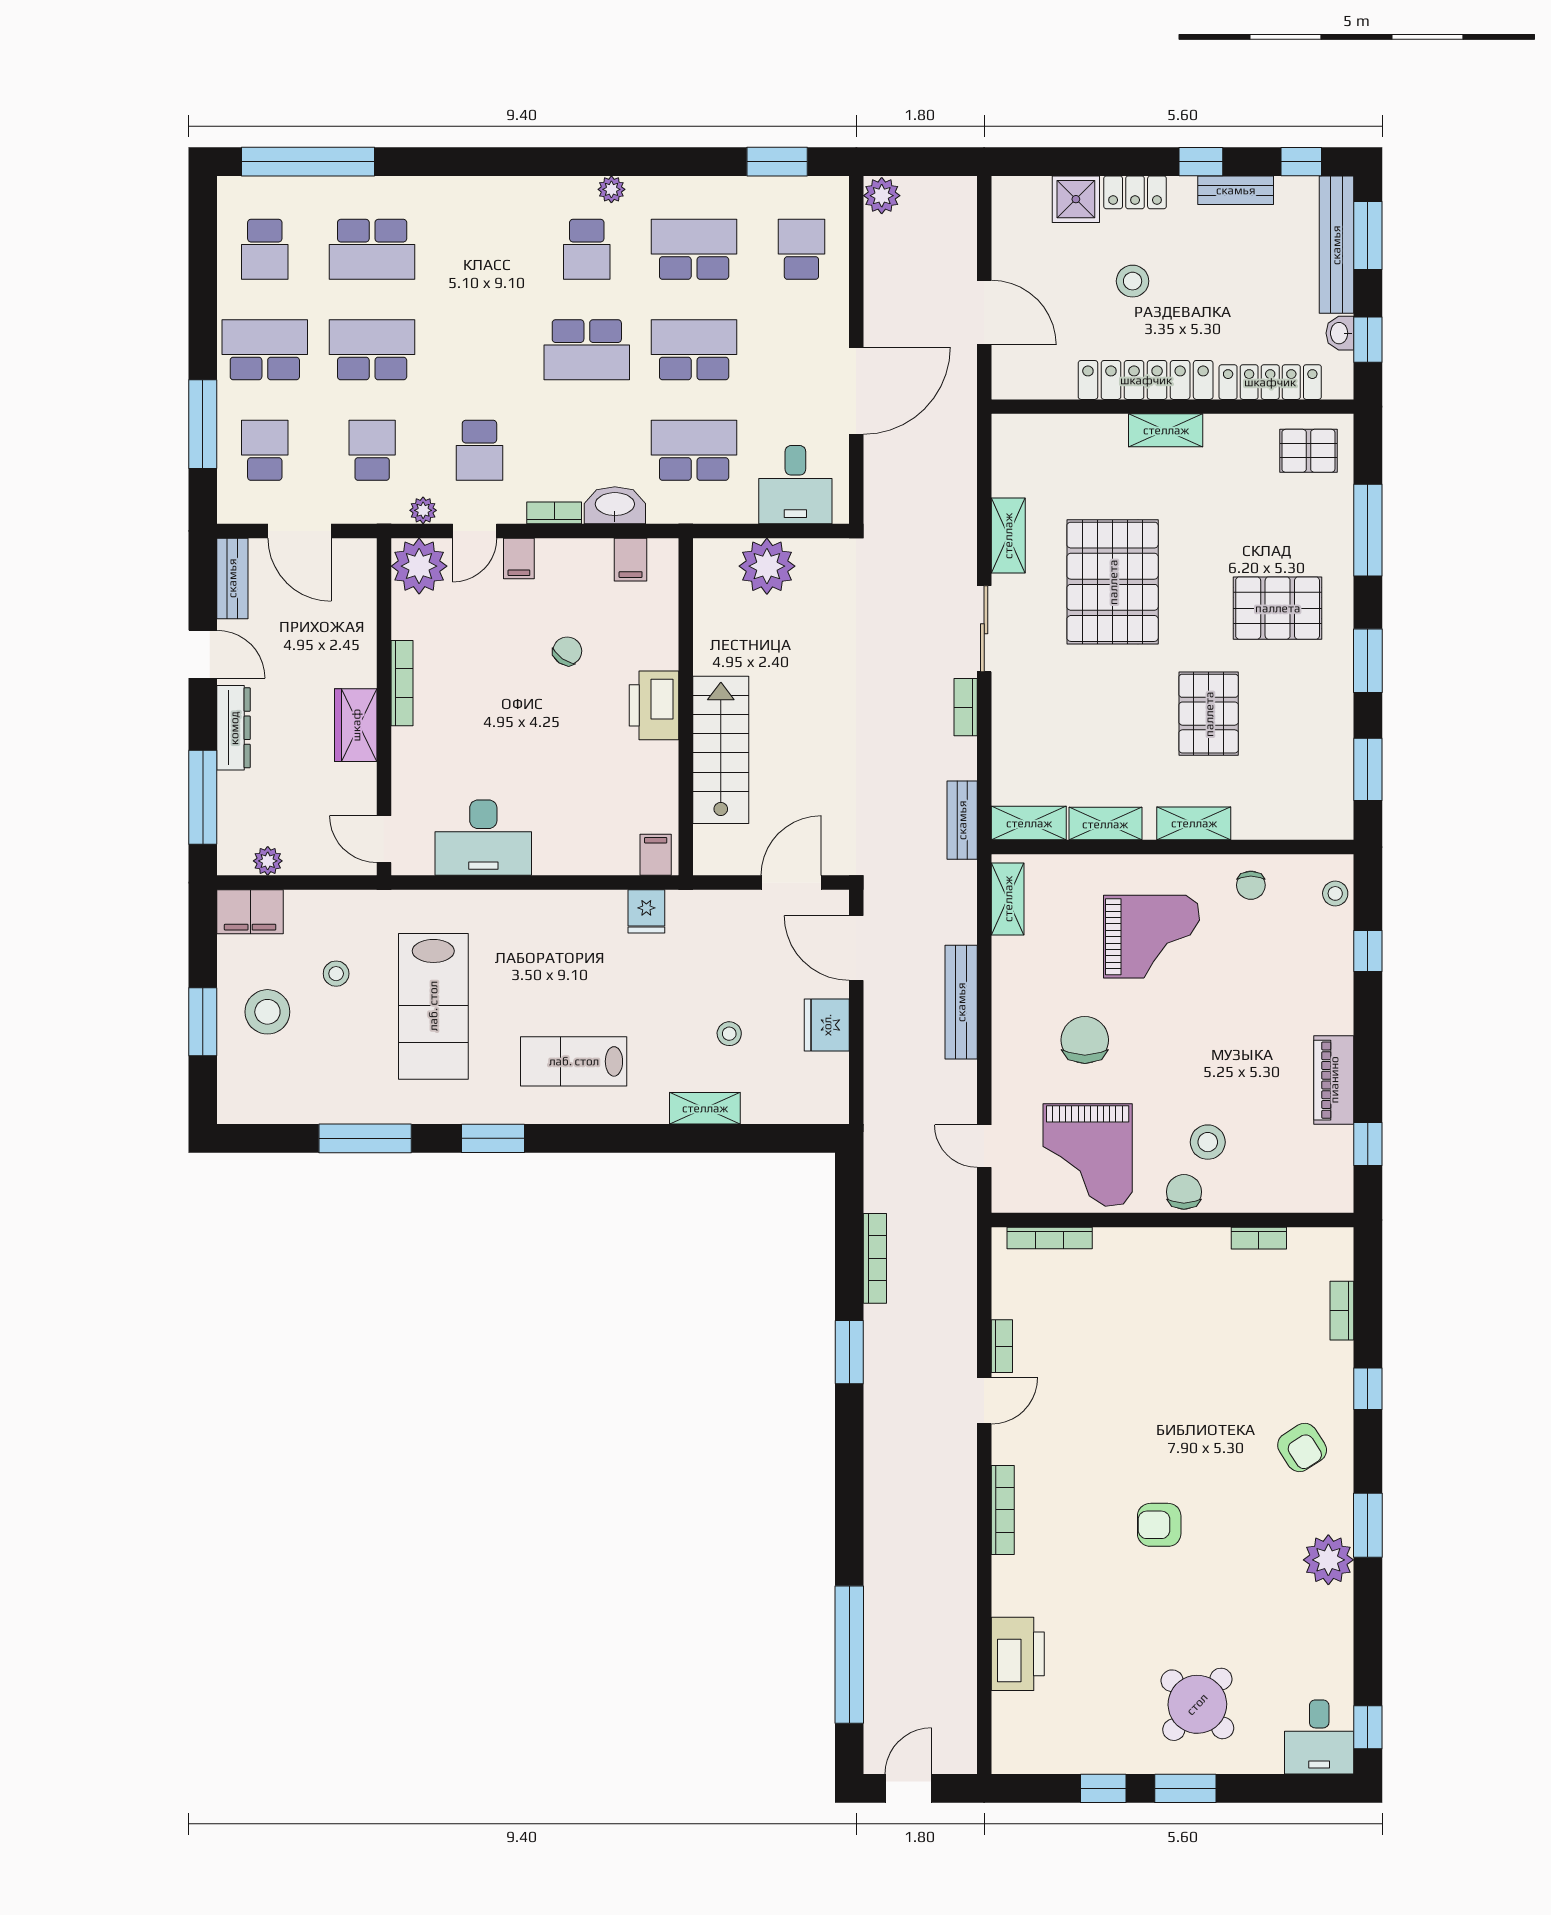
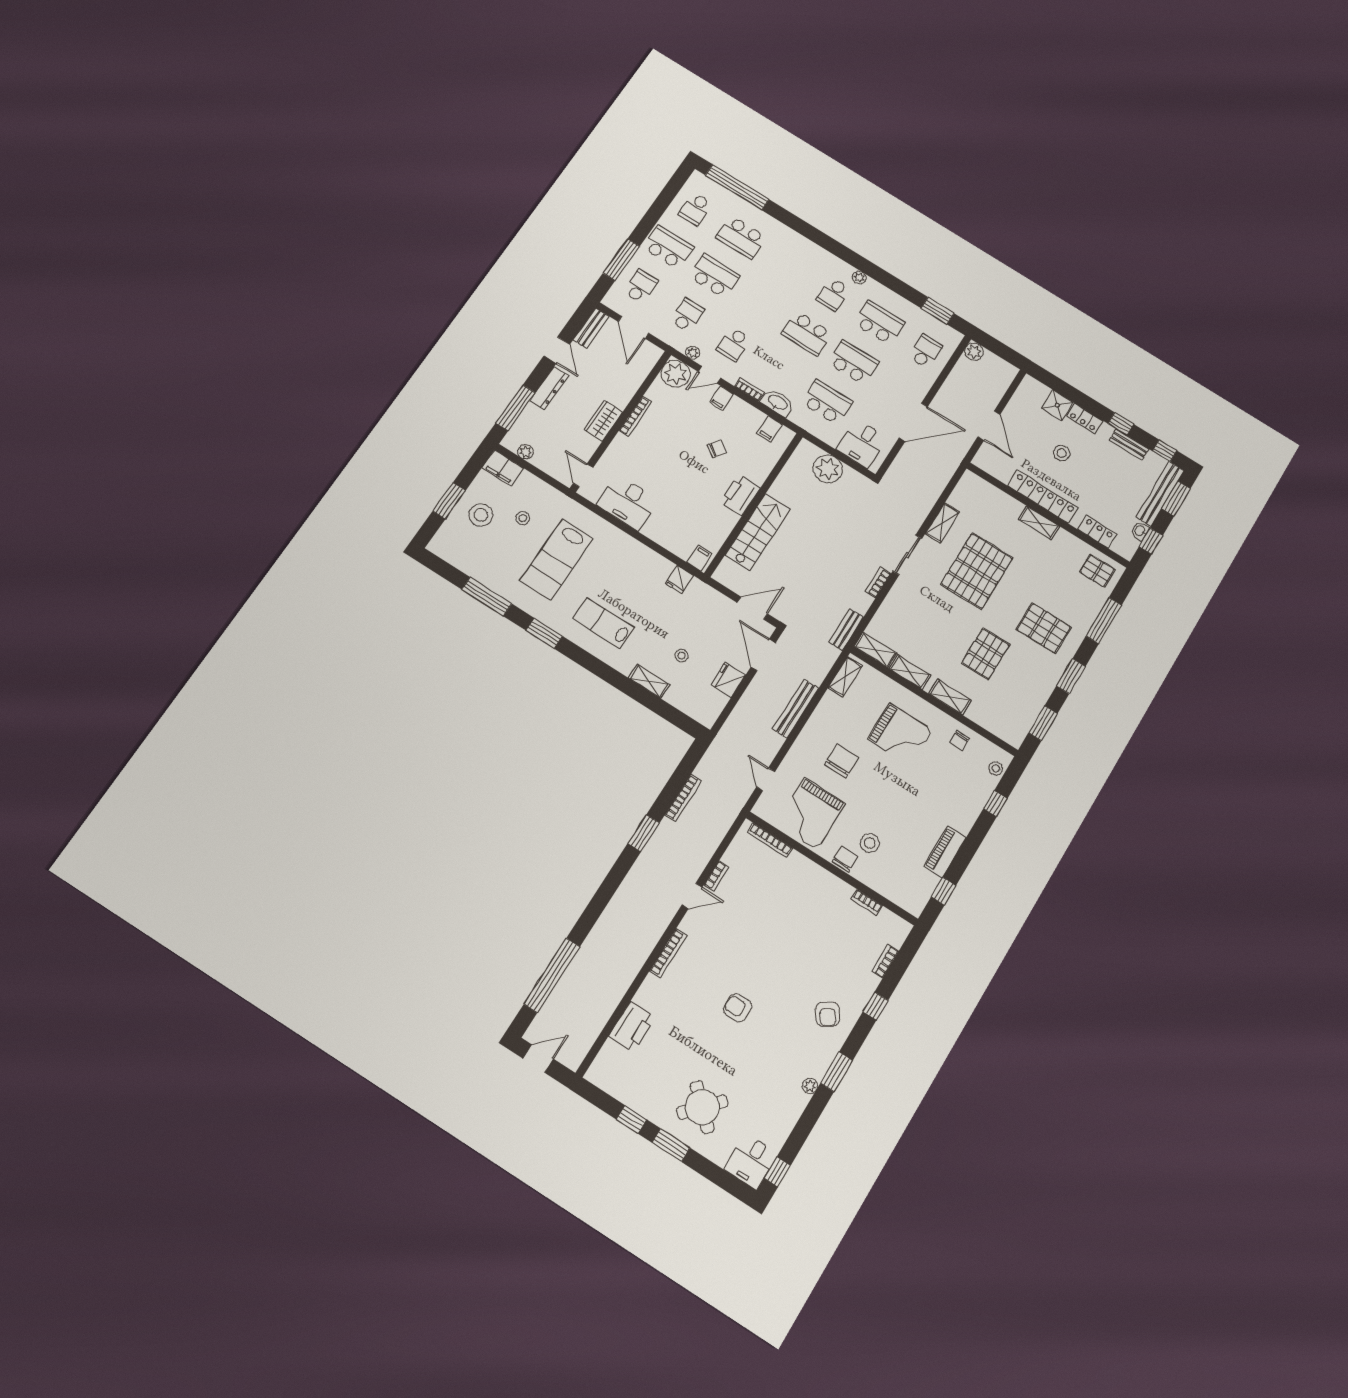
locker: (1270, 382) -> (1097, 532), width x0.66
plant: (1328, 1560) -> (810, 1086), width x0.53, depth x0.53

